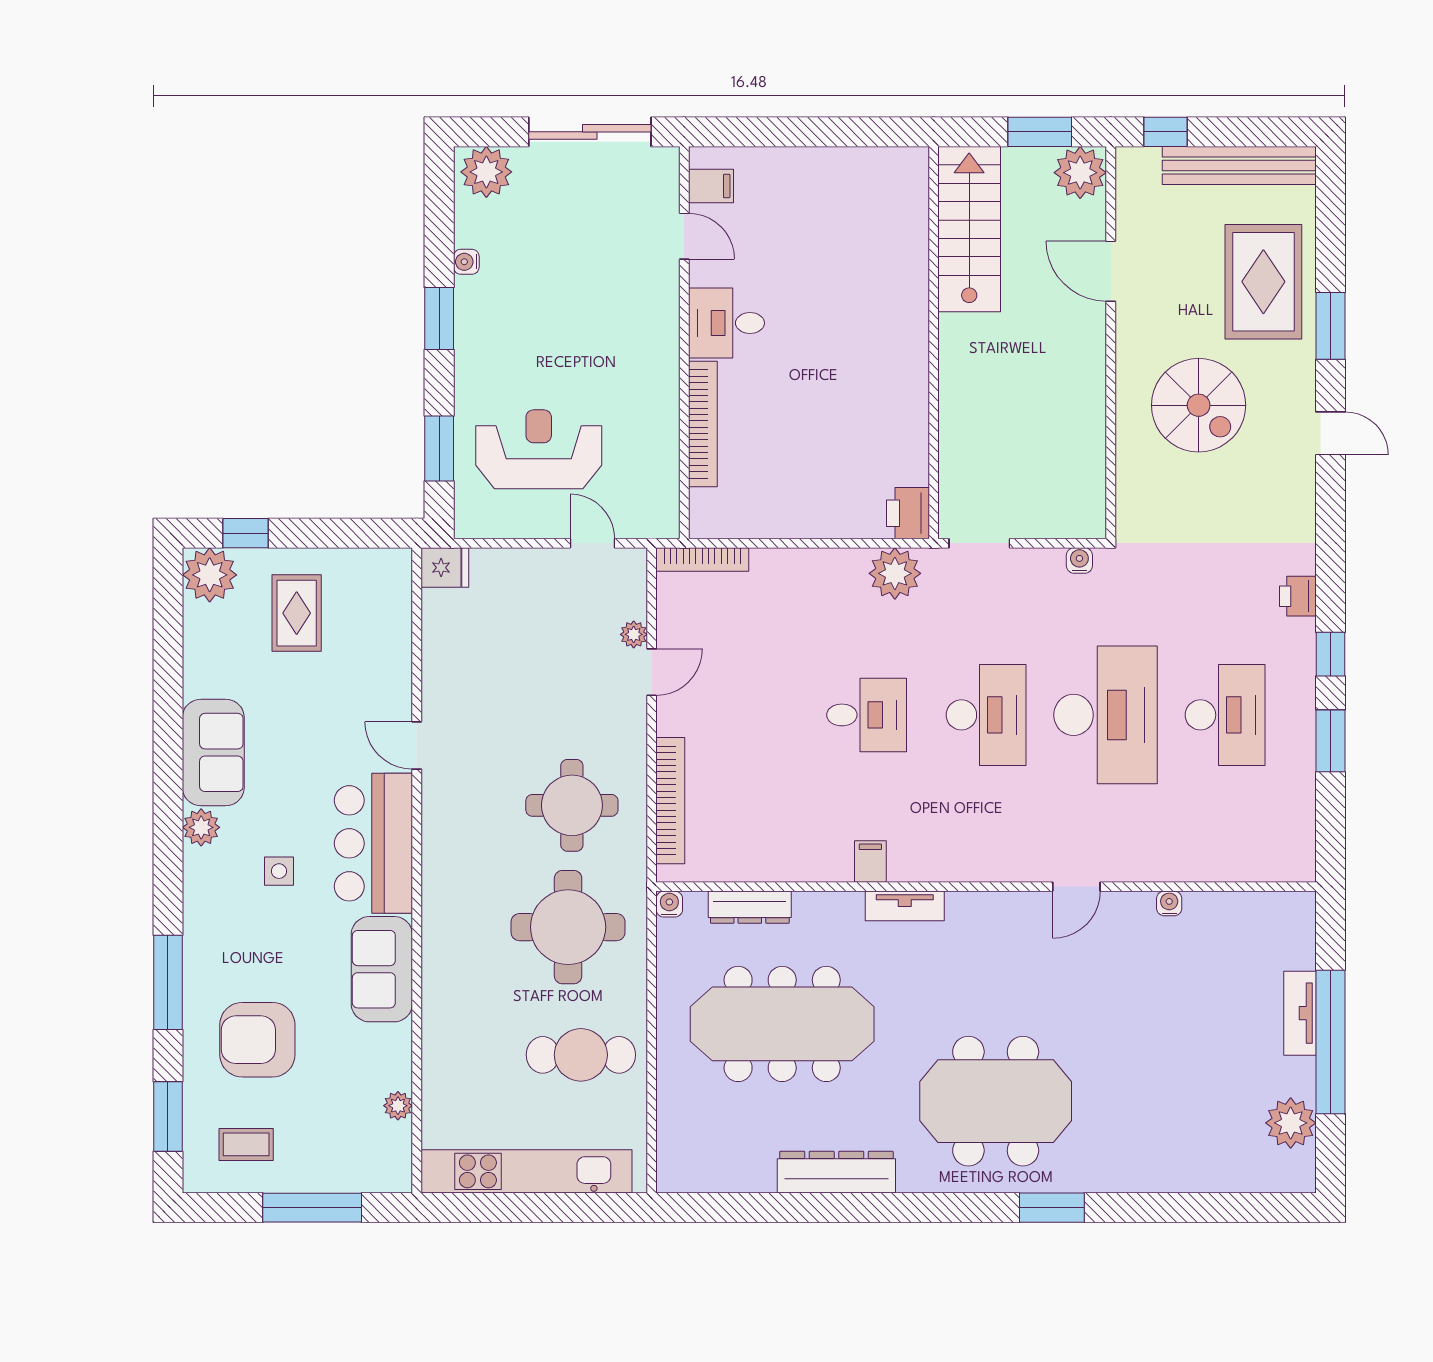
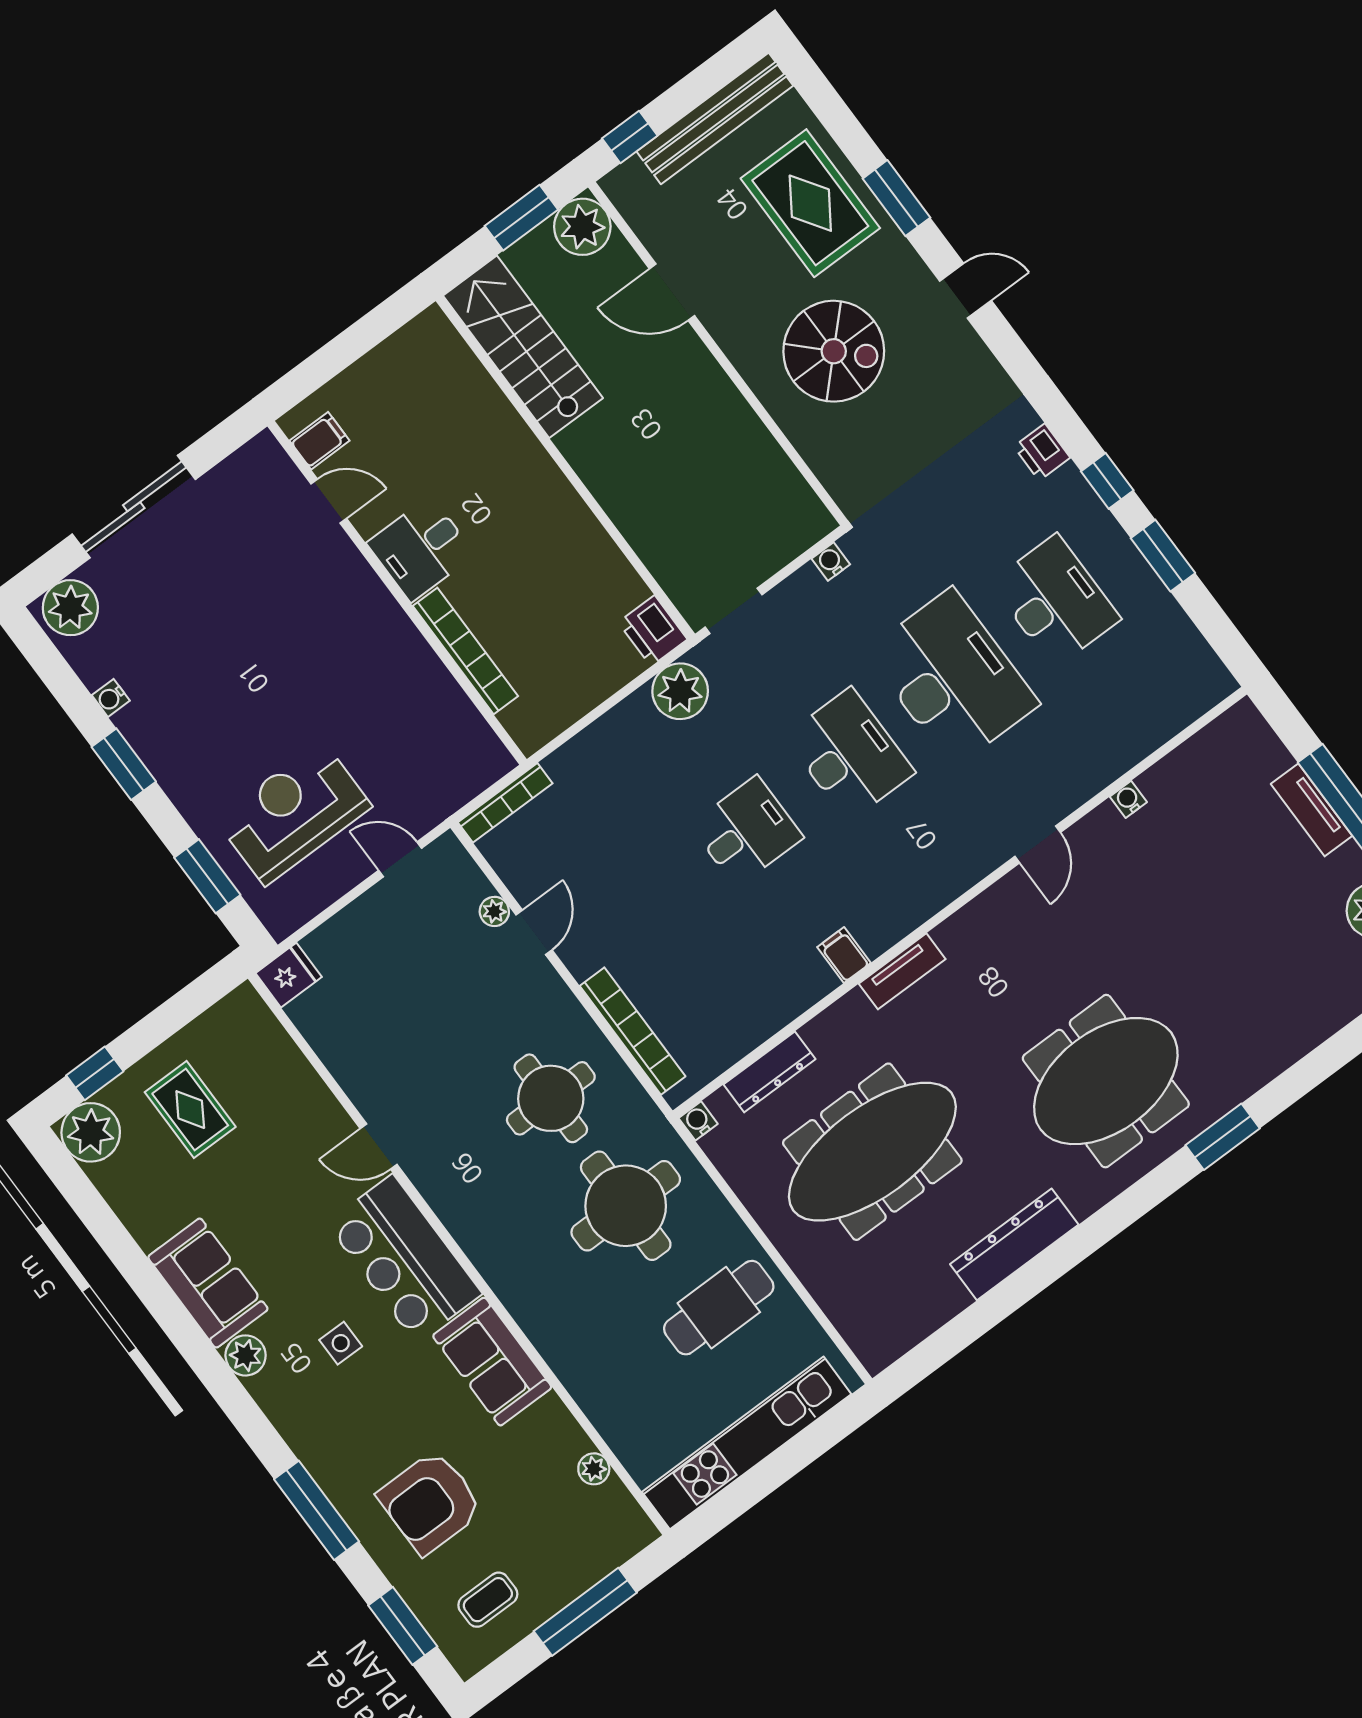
filing cabinet: (711, 186) -> (320, 441), moved
door: (684, 236) -> (329, 501), moved
desk: (726, 323) -> (421, 549), moved
wall: (684, 343) -> (397, 593), moved
bookcase: (703, 424) -> (465, 651), moved

